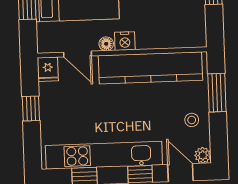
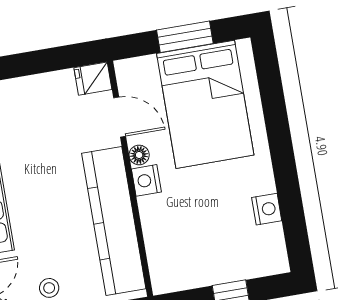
door: (78, 54) -> (120, 117), swing flipped
window: (31, 108) -> (35, 62), removed

